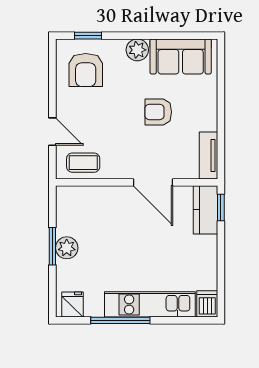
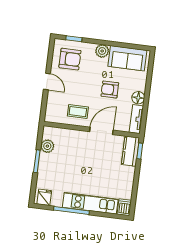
armchair: (86, 70) -> (70, 59), turned -90
floor lamp: (207, 120) -> (138, 98), added
door: (52, 132) -> (47, 82), moved
coffee table: (83, 163) -> (78, 112), moved
door: (153, 182) -> (101, 131), swing flipped
plant: (67, 248) -> (47, 146), moved

